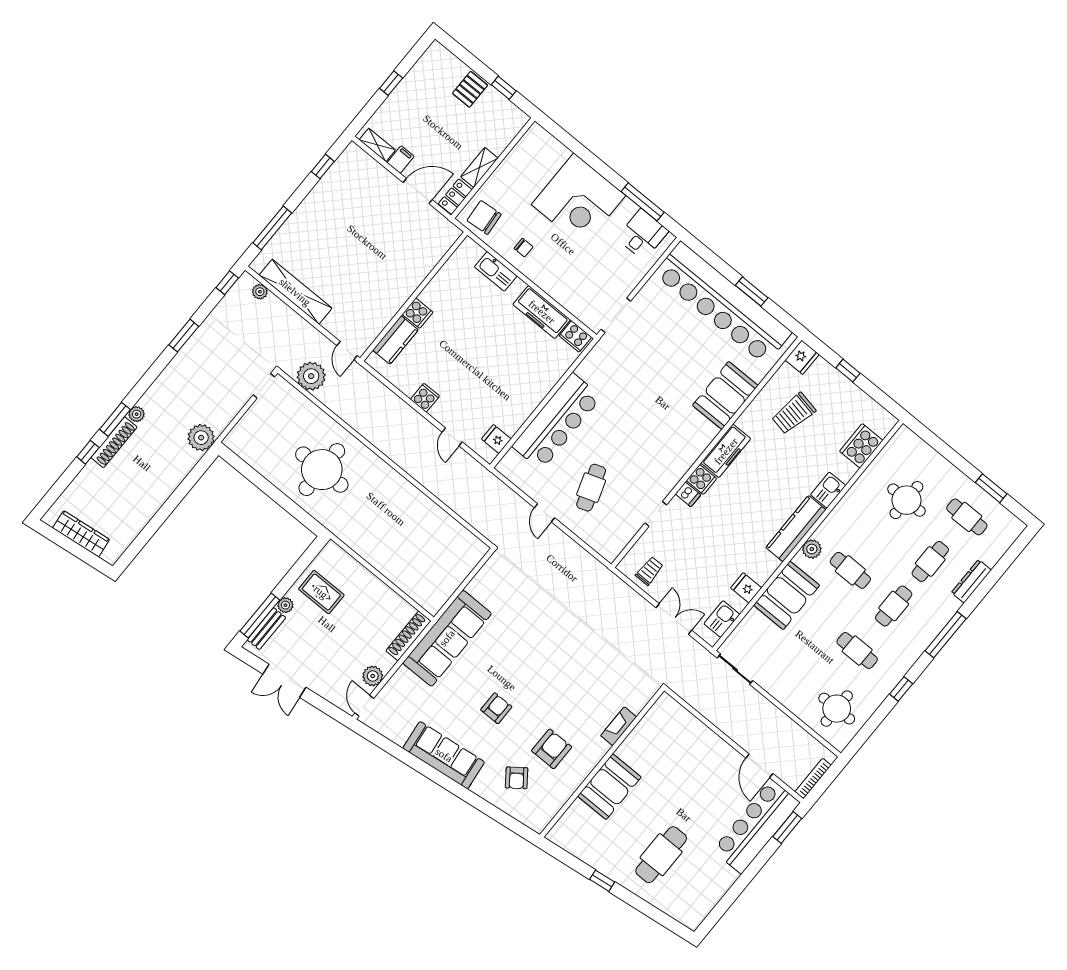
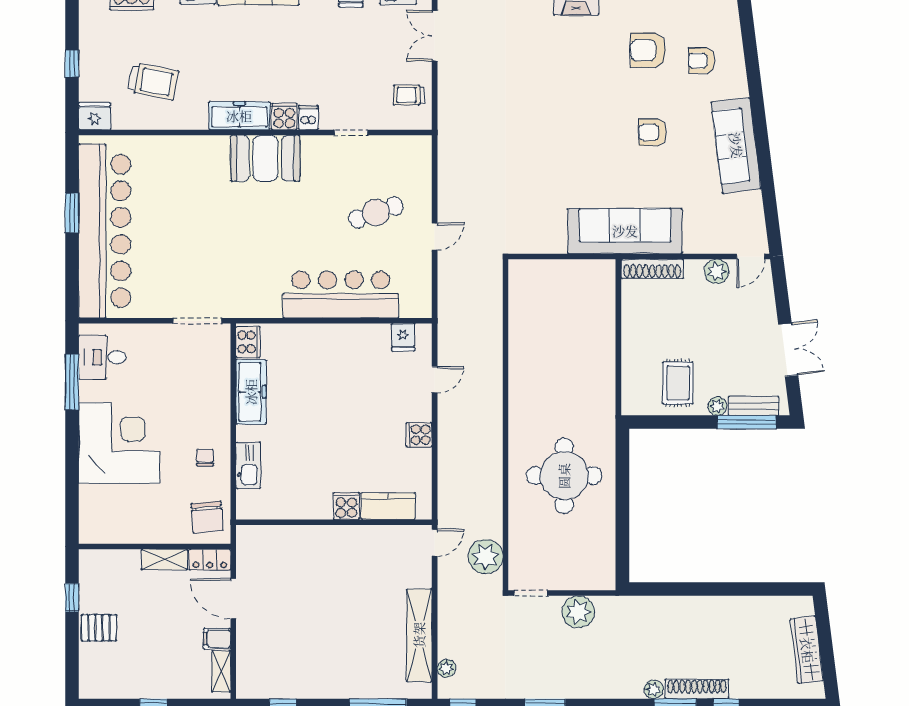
booth: (725, 395) -> (265, 158), moved
plant: (201, 438) -> (578, 612), moved
armchair: (517, 778) -> (701, 61), turned -143

